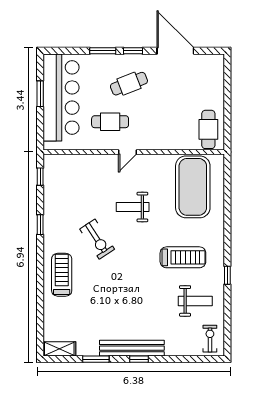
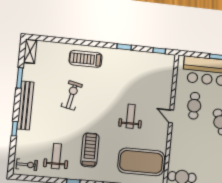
exercise bike: (97, 239) -> (72, 95), moved, turned 135
treadmill: (183, 257) -> (90, 150), turned 180
treadmill: (62, 275) -> (86, 59), turned 180
weight bench: (195, 301) -> (56, 156), turned 180
window: (139, 359) -> (15, 129), moved

